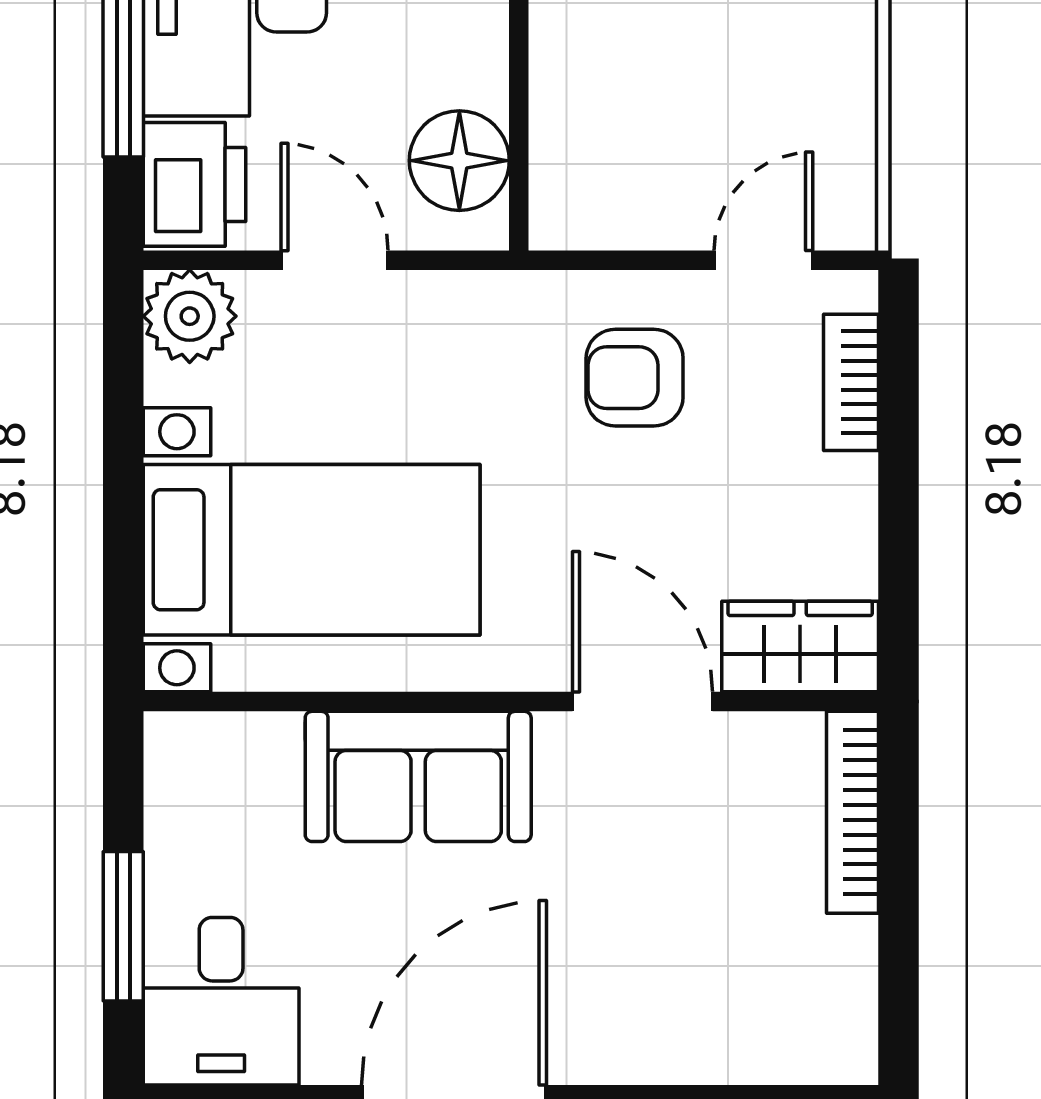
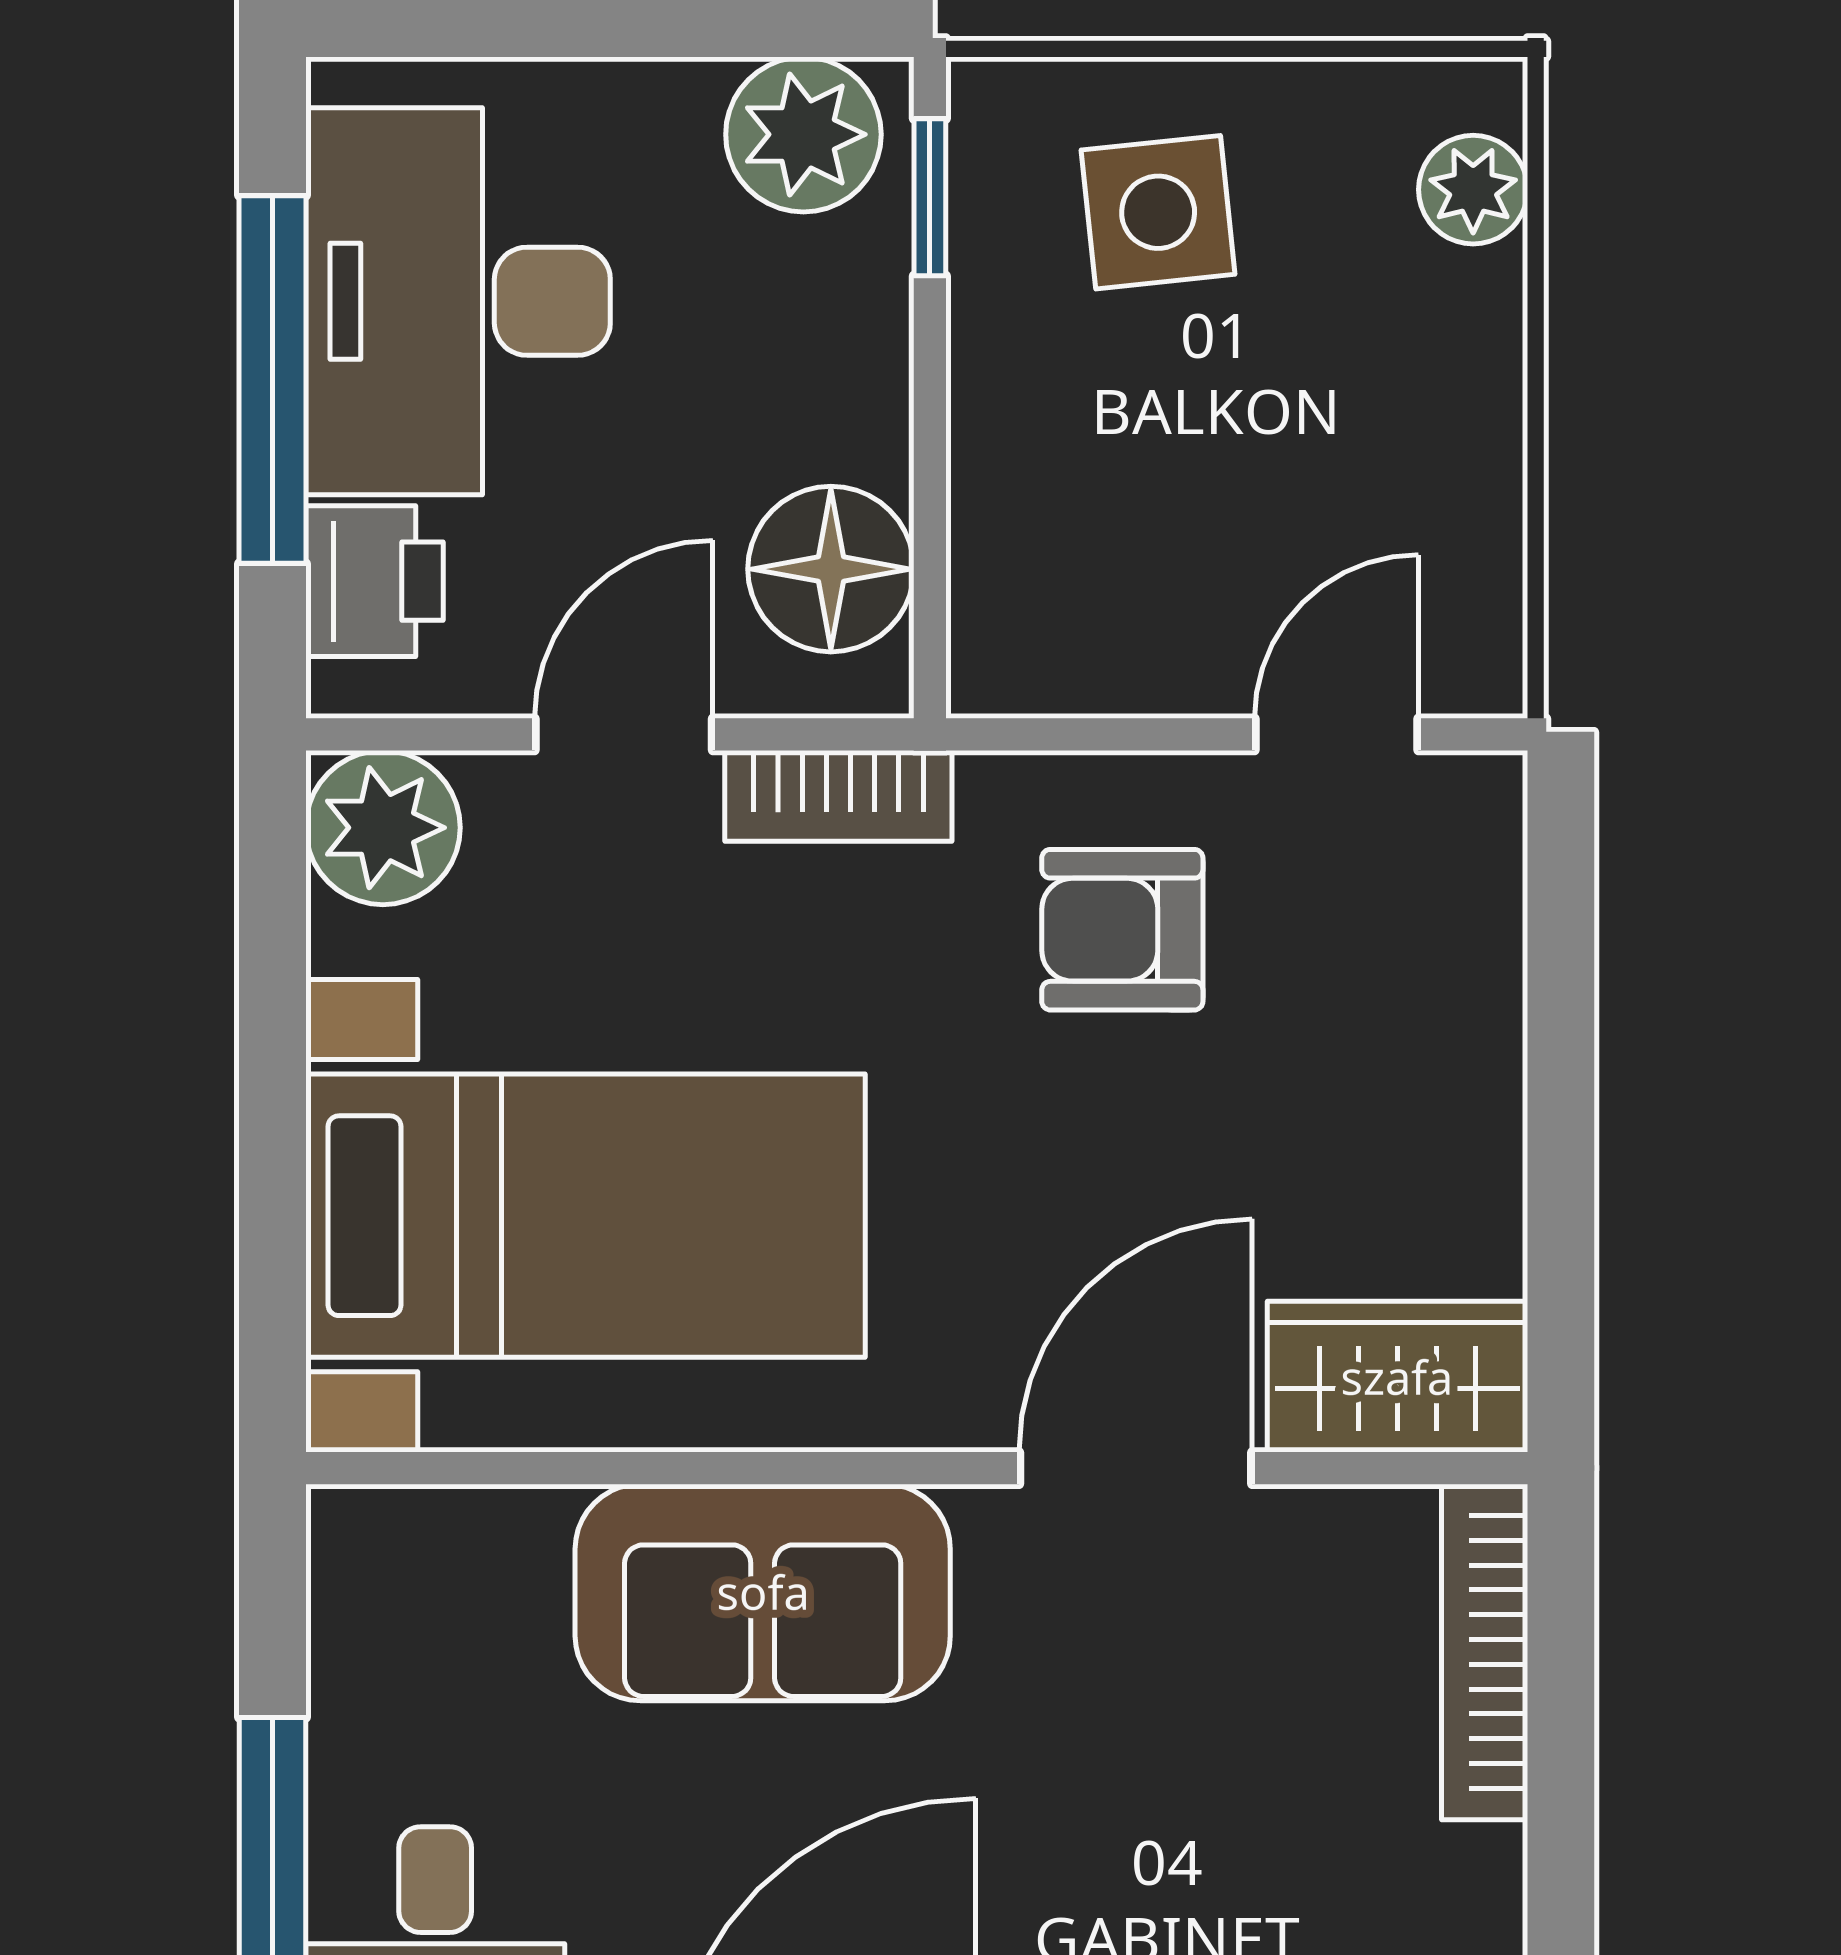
printer: (194, 184) -> (374, 581), width x0.73, depth x0.81
door: (335, 260) -> (624, 734), hinge flipped
bookcase: (851, 382) -> (838, 796), moved, turned -90
door: (643, 702) -> (1136, 1468), hinge flipped

